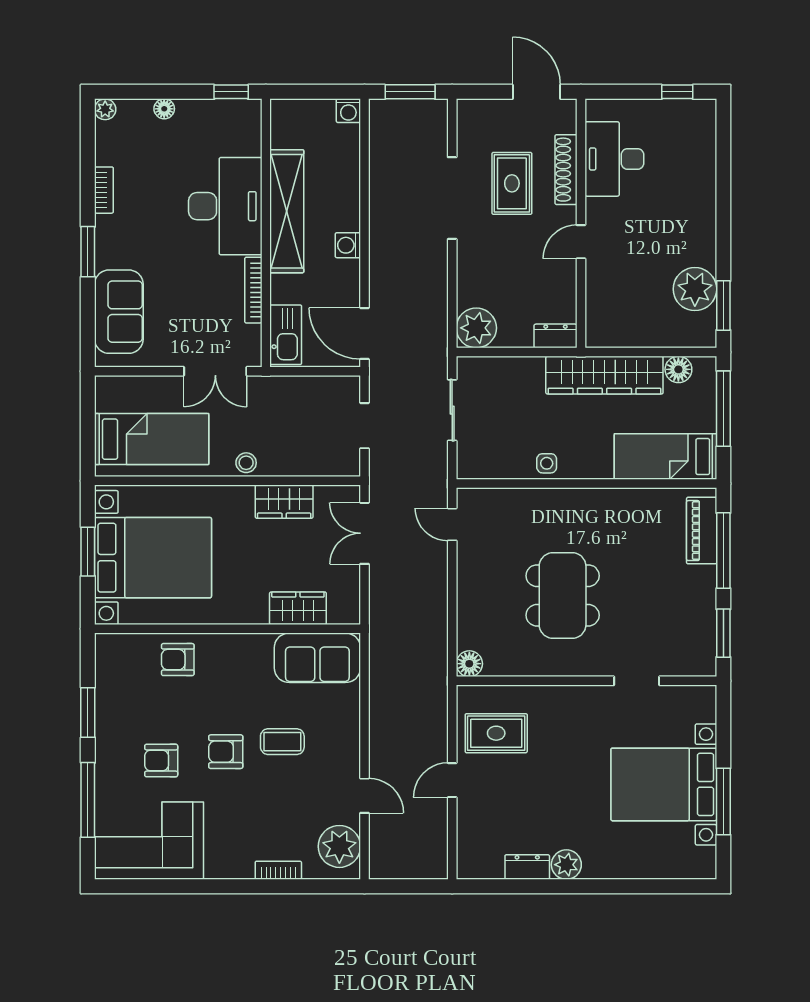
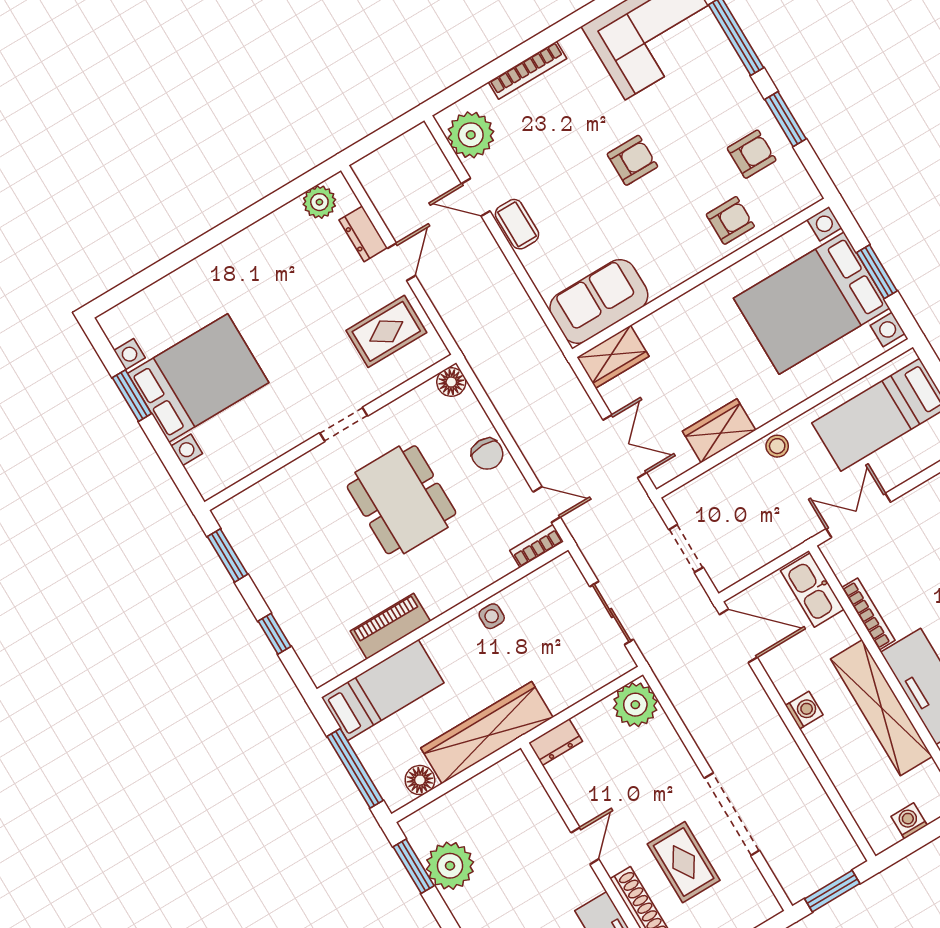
washing machine: (348, 111) -> (909, 821), moved
bookcase: (479, 497) -> (537, 546), added
piano: (702, 531) -> (390, 626), moved, turned -90
window: (723, 551) -> (274, 634), width x0.46
chair: (475, 591) -> (487, 454), added
wardrobe: (298, 608) -> (613, 357), moved
doorway: (637, 681) -> (344, 424), moved
coffee table: (282, 742) -> (517, 224), moved, turned 90
armchair: (161, 761) -> (752, 154), moved
window: (723, 801) -> (132, 396), width x0.69
plant: (566, 865) -> (319, 202), moved
dresser: (527, 867) -> (363, 234), moved, turned 90
bookcase: (278, 870) -> (527, 70), width x1.56

